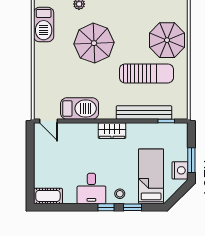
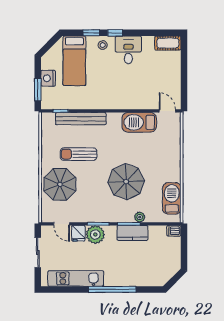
sun lounger: (146, 73) -> (79, 154), width x0.73, depth x0.75
wardrobe: (112, 131) -> (110, 102), removed
window: (191, 160) -> (38, 90), moved
nightstand: (180, 170) -> (48, 78), moved

